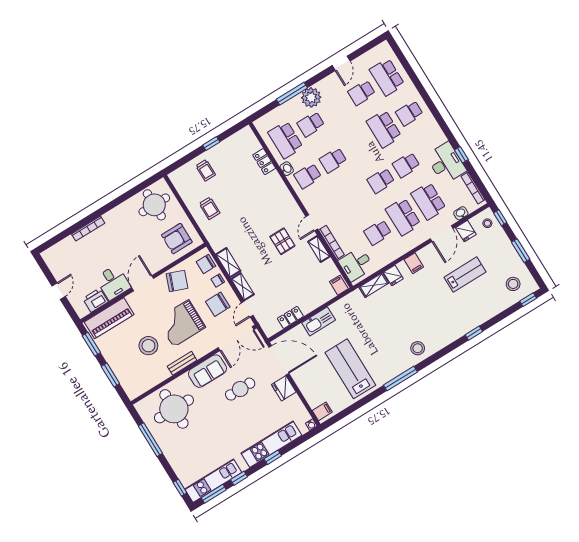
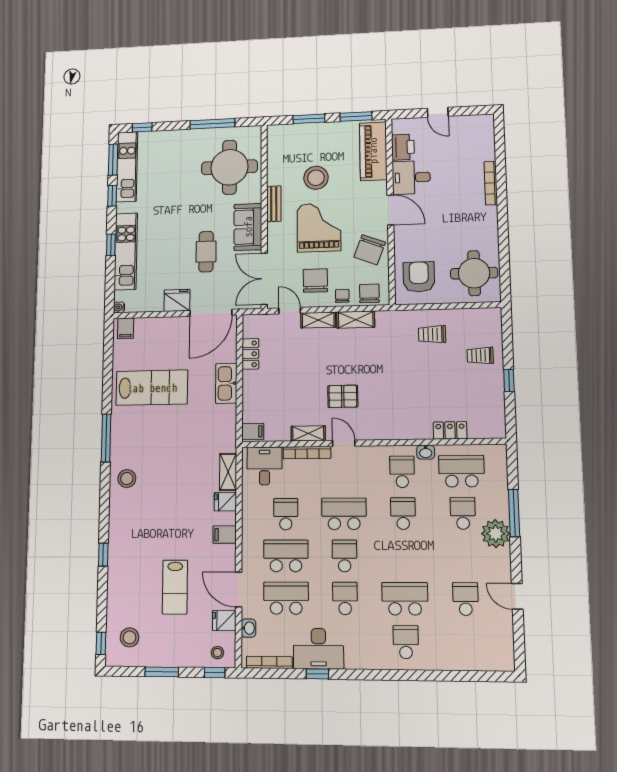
school desk: (387, 77) -> (344, 514), moved

